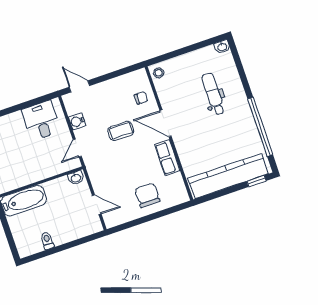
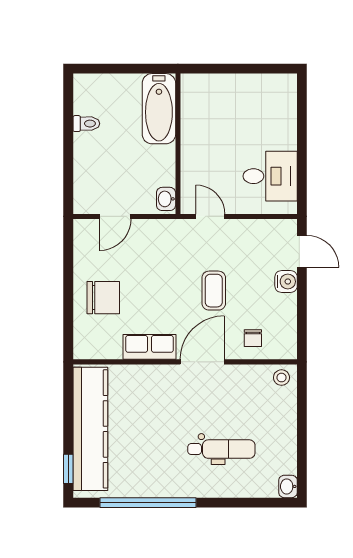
door: (79, 86) -> (302, 251), hinge flipped
water cooler: (77, 121) -> (286, 282), moved, turned 90

